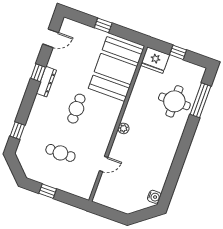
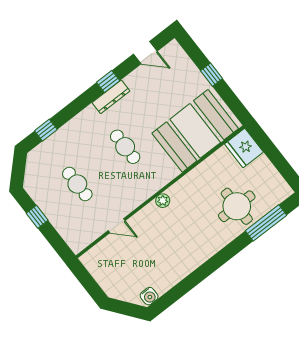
window: (178, 52) -> (274, 155), removed
cafe table: (76, 109) -> (125, 147), turned 90

